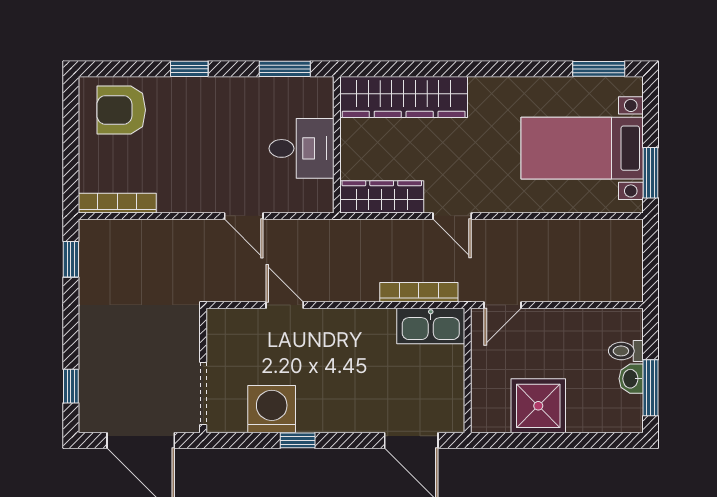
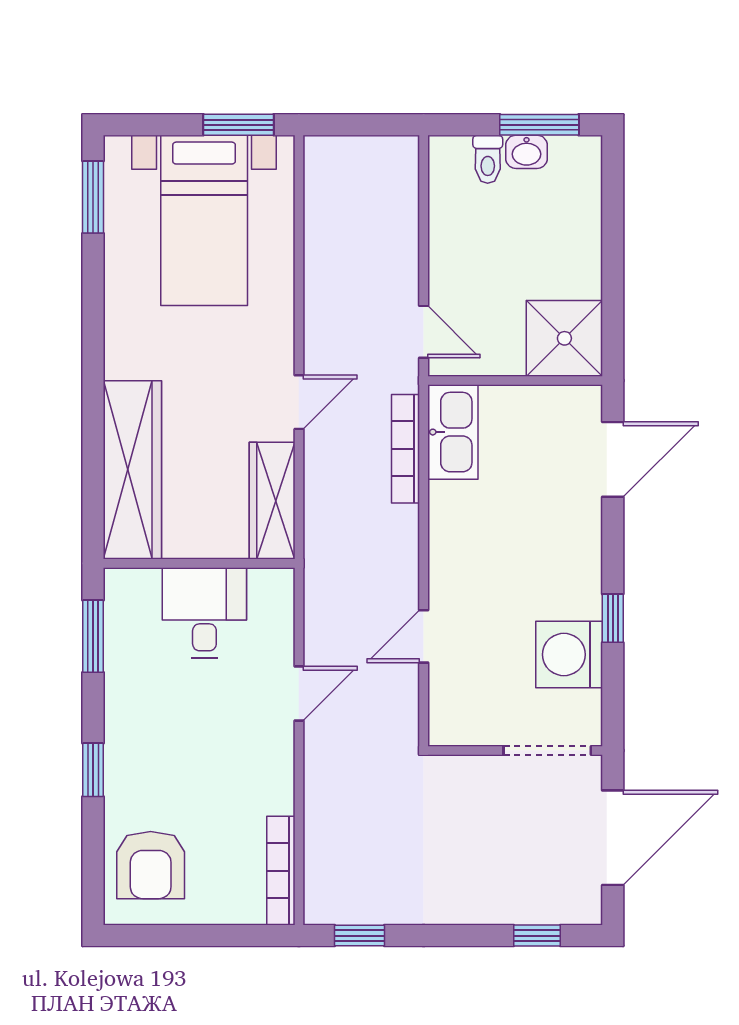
shower: (538, 406) -> (564, 338), moved

